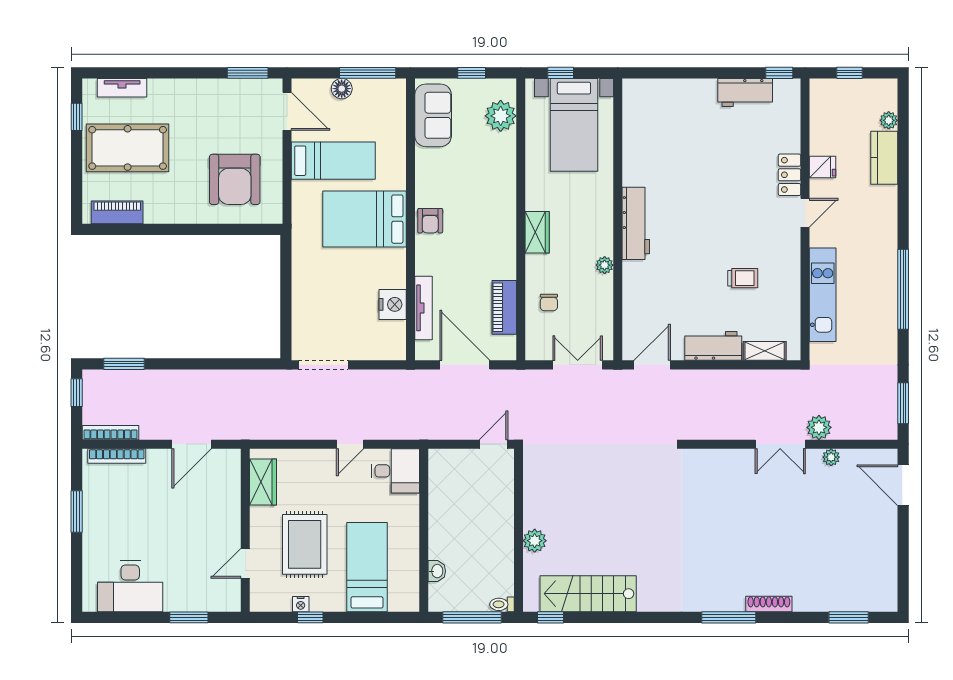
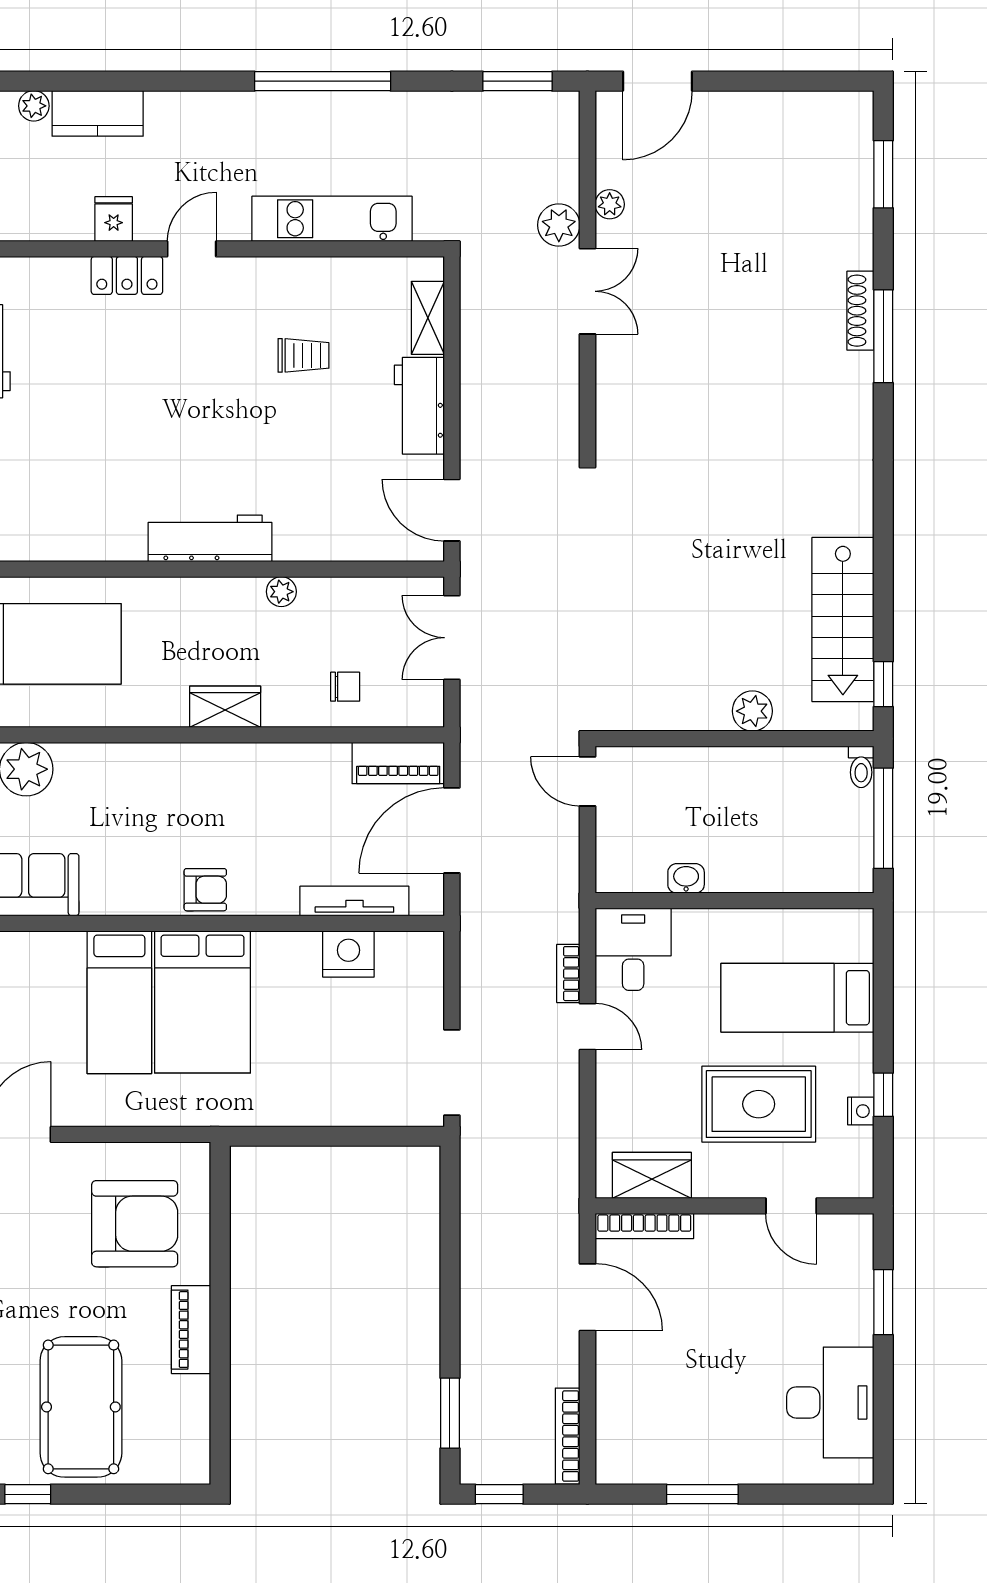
bed: (333, 161) -> (119, 1002), moved, turned 180
piano: (117, 212) -> (191, 1330), moved
door: (805, 213) -> (192, 249), hinge flipped
trolley: (743, 278) -> (304, 355), turned 90
piano: (504, 307) -> (398, 763), moved
bookcase: (381, 433) -> (568, 974), added
bookcase: (117, 456) -> (644, 1226), moved, turned 90
washbasin: (437, 571) -> (686, 878), moved
window: (729, 617) -> (883, 336), moved

